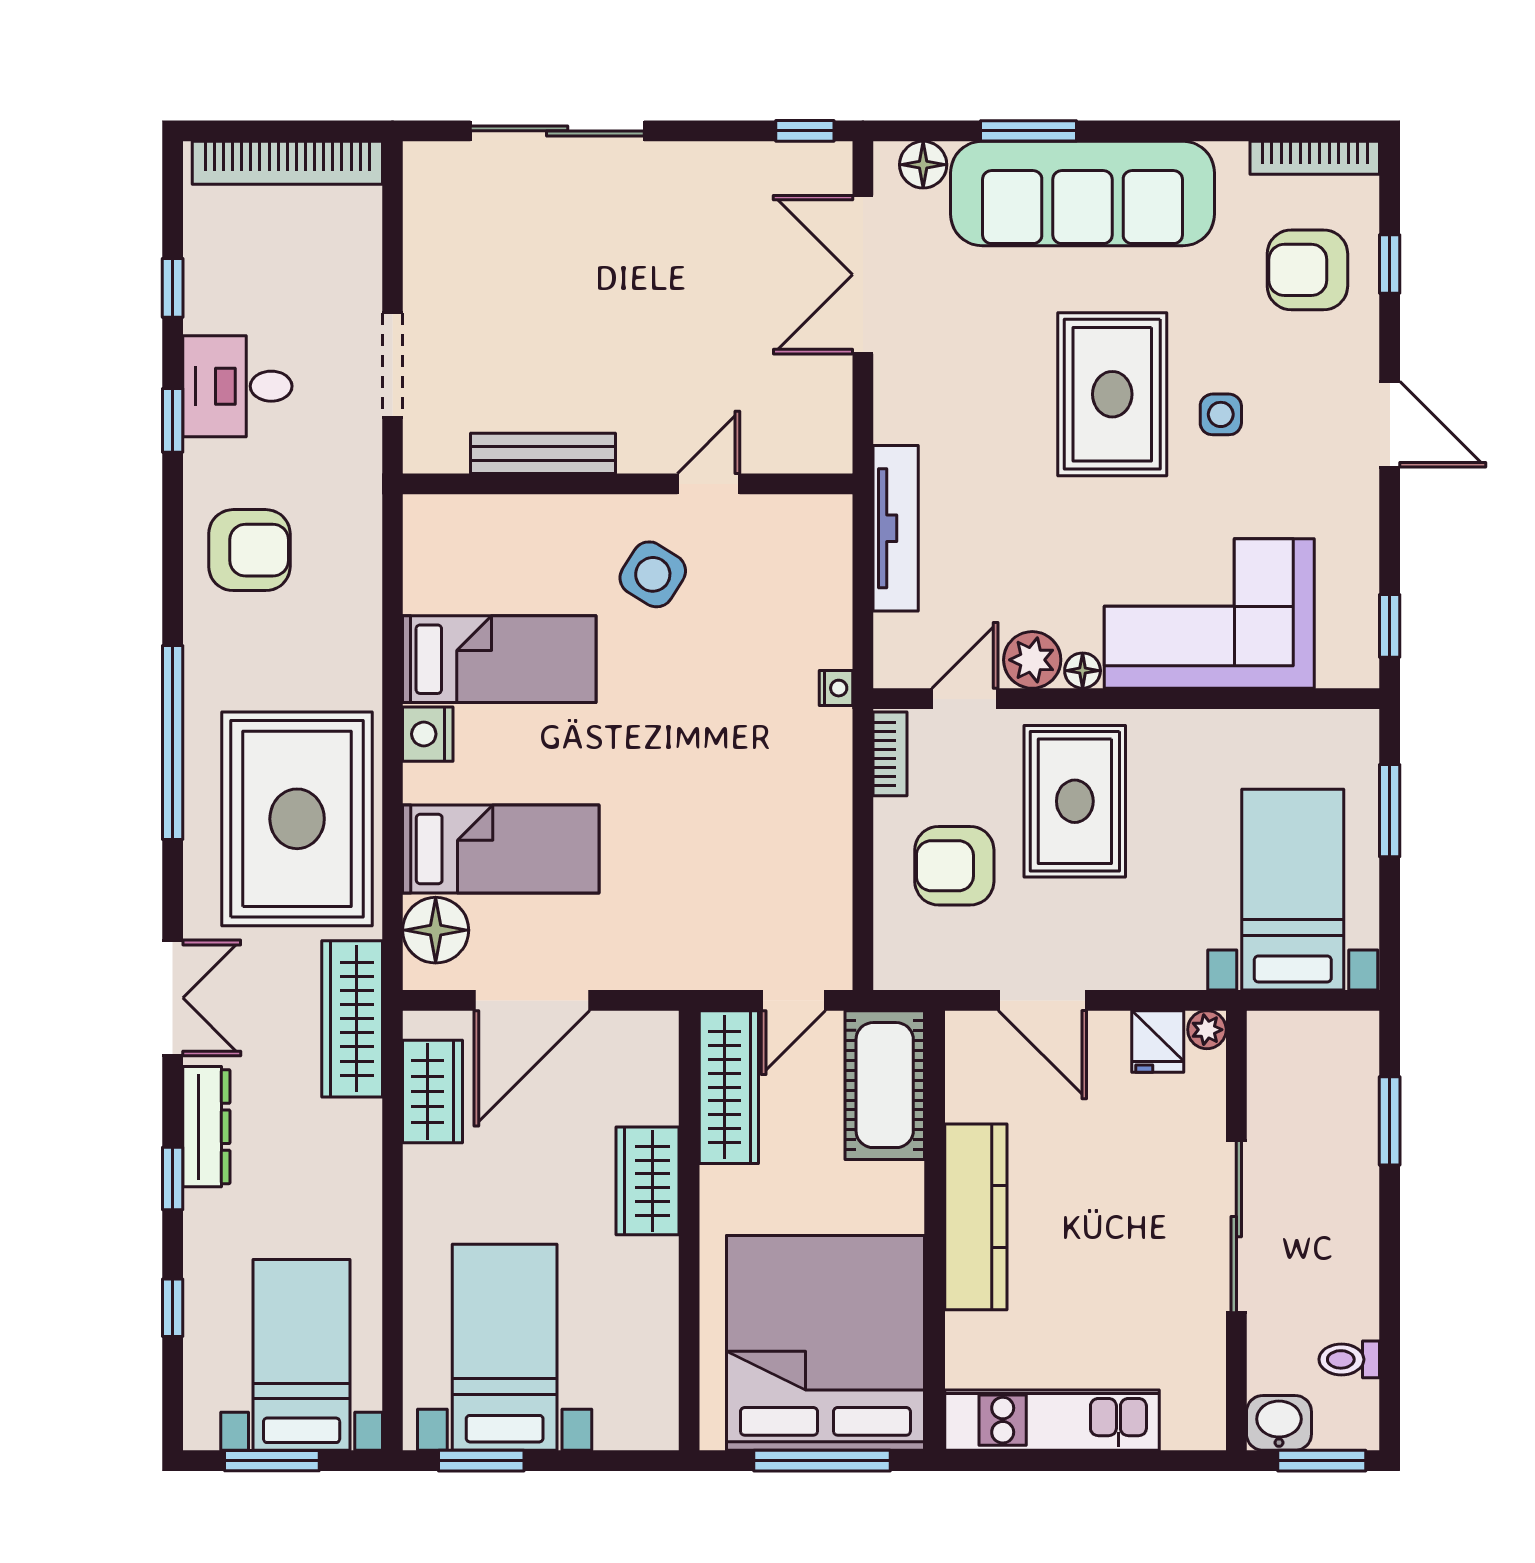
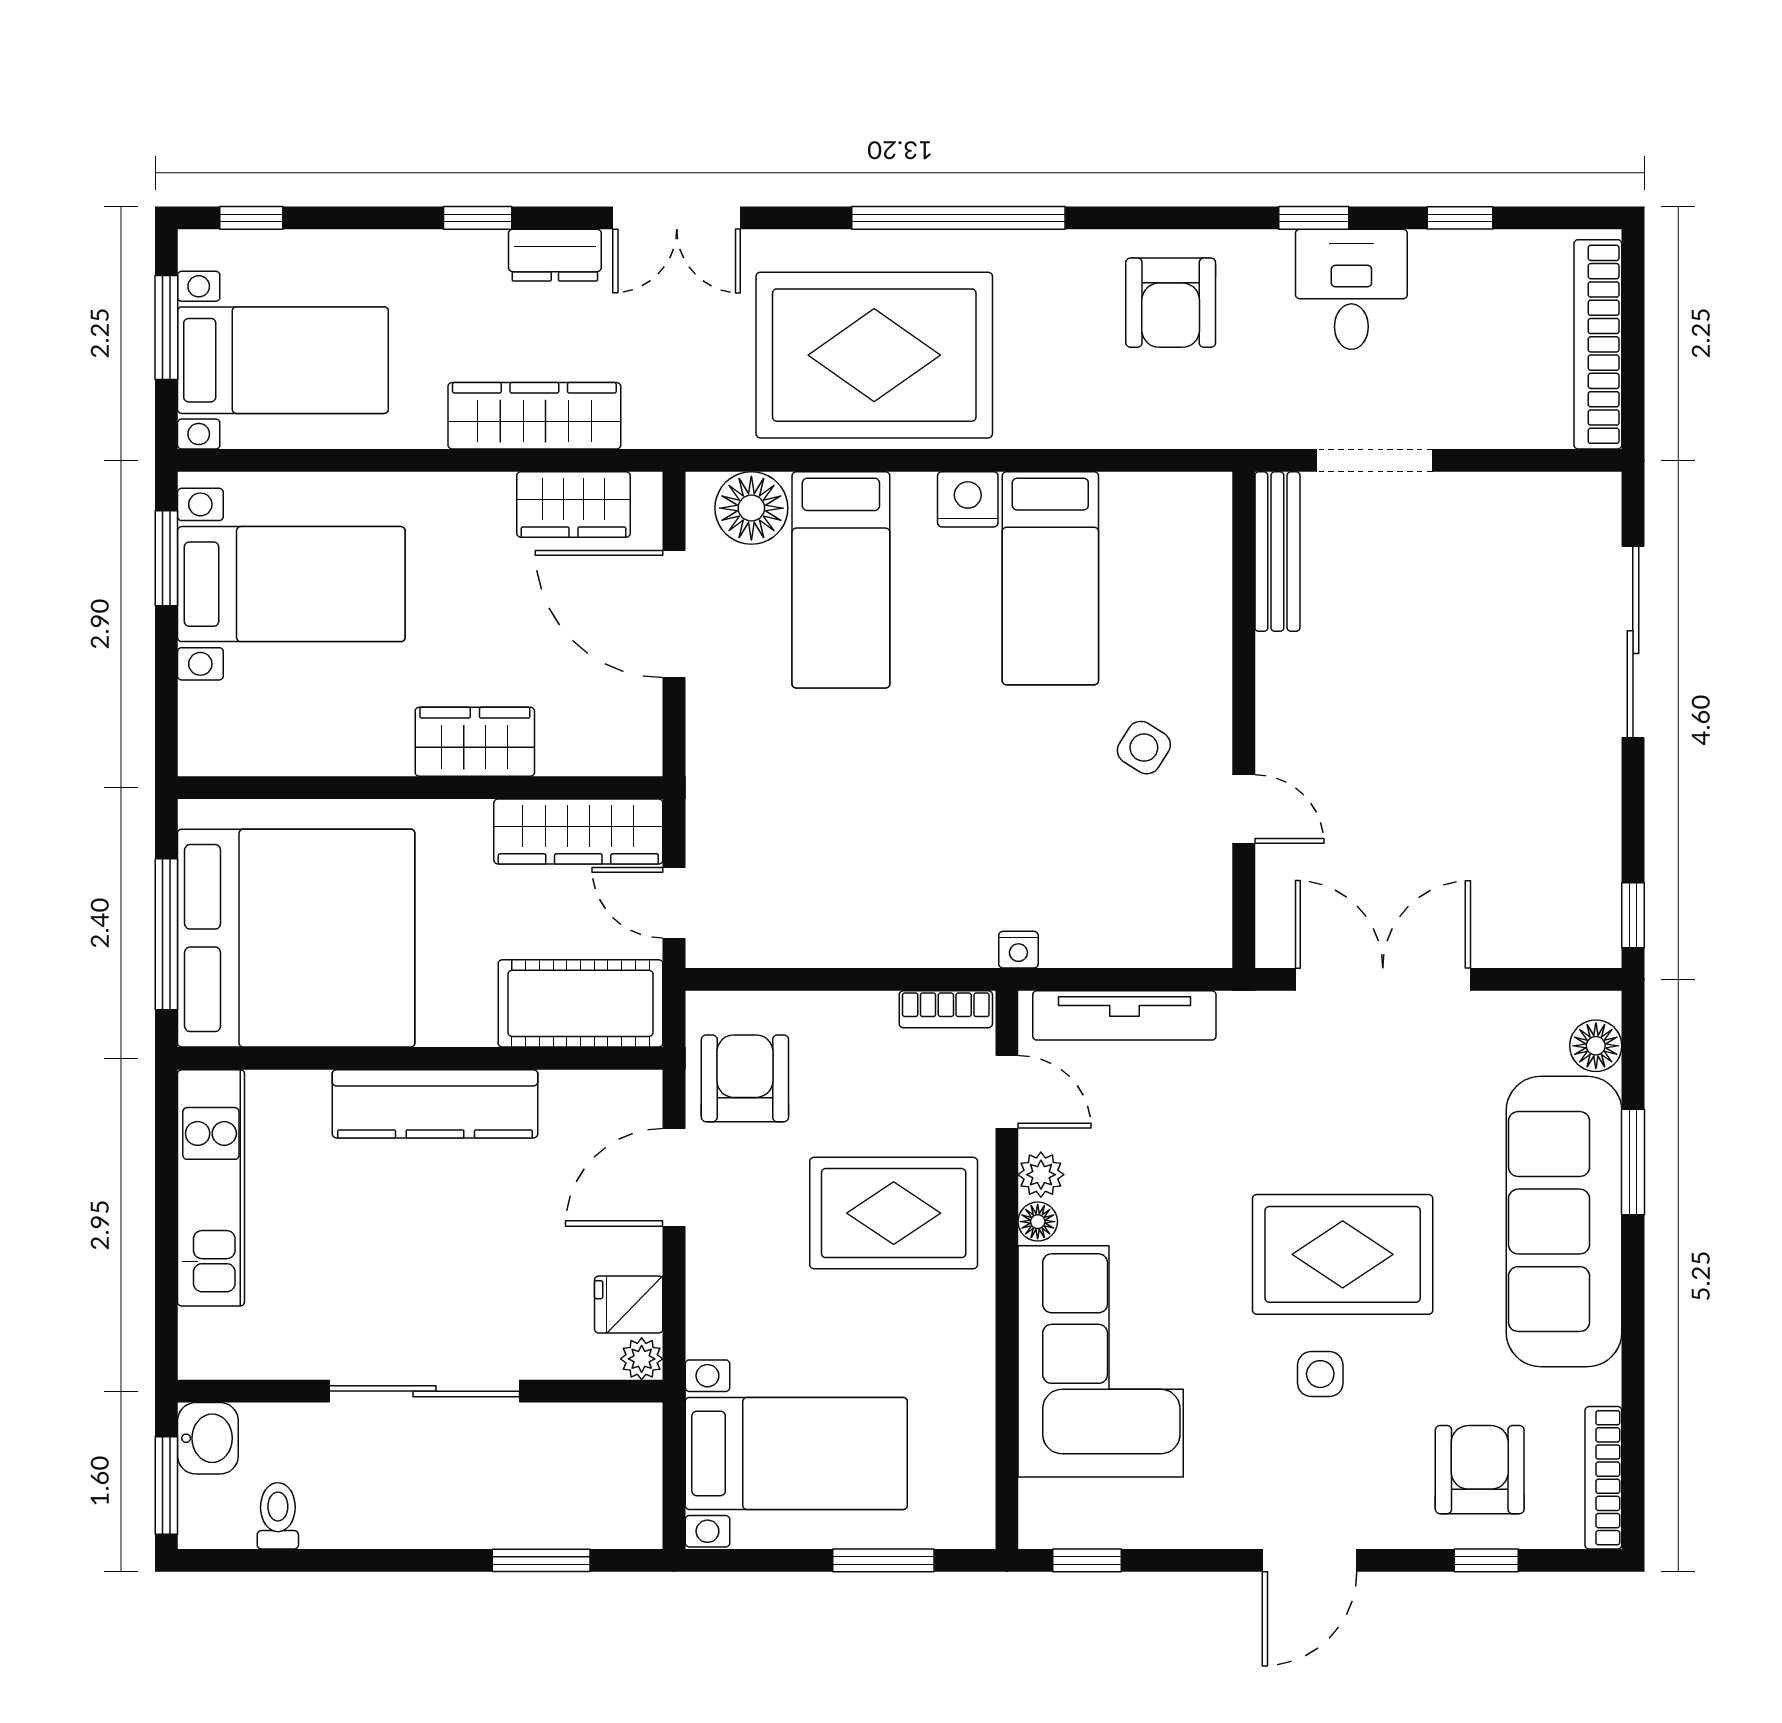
double door: (863, 275) -> (1383, 979), moved
bench: (543, 453) -> (1277, 552), moved
tv unit: (896, 528) -> (1124, 1015), moved
side table: (653, 574) -> (1144, 748), width x0.73, depth x0.73
plant: (1032, 660) -> (1041, 1175), width x0.73, depth x0.73
armchair: (954, 866) -> (745, 1078), moved
wardrobe: (352, 1019) -> (534, 416), moved
dresser: (206, 1127) -> (555, 255), width x0.70
window: (173, 1308) -> (251, 218), moved

